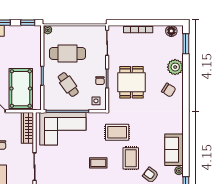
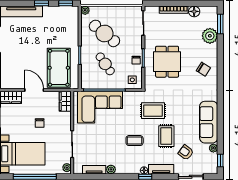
floor lamp: (171, 31) -> (194, 11), moved
cafe table: (68, 53) -> (104, 33), turned 39
plant: (175, 67) -> (210, 36), moved
wardrobe: (27, 128) -> (65, 101), width x0.67
sofa: (174, 150) -> (209, 122), width x1.36

